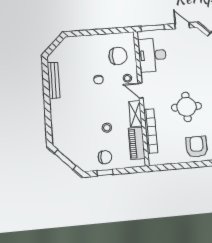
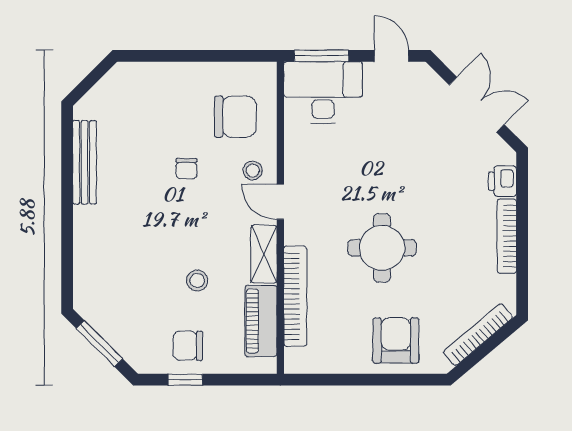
desk: (152, 55) -> (323, 92), moved, turned 90
chair: (105, 157) -> (188, 346), turned 180

